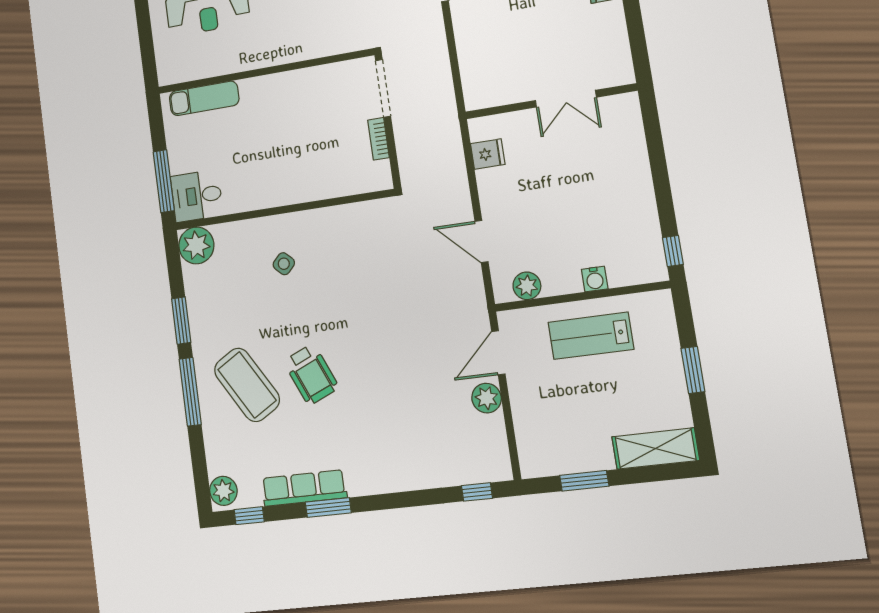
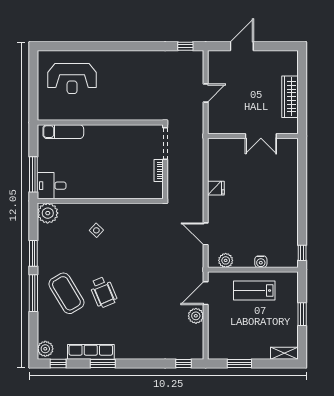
double door: (566, 99) -> (261, 136), moved
wall: (550, 101) -> (253, 136), moved
shelving: (656, 449) -> (284, 353), width x0.67, depth x0.75

